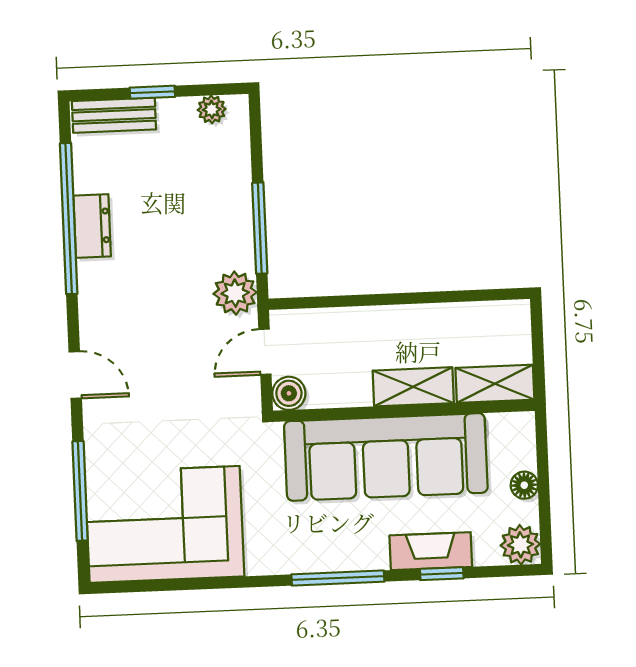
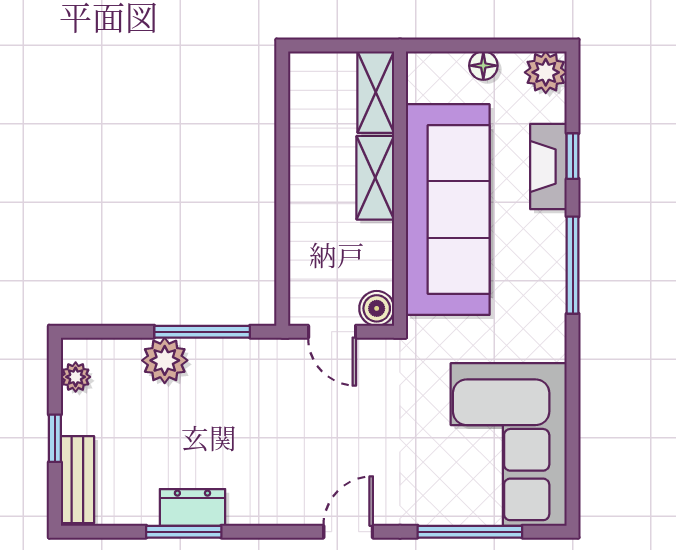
window: (69, 219) -> (184, 532), width x0.47
plant: (235, 293) -> (165, 360), moved

